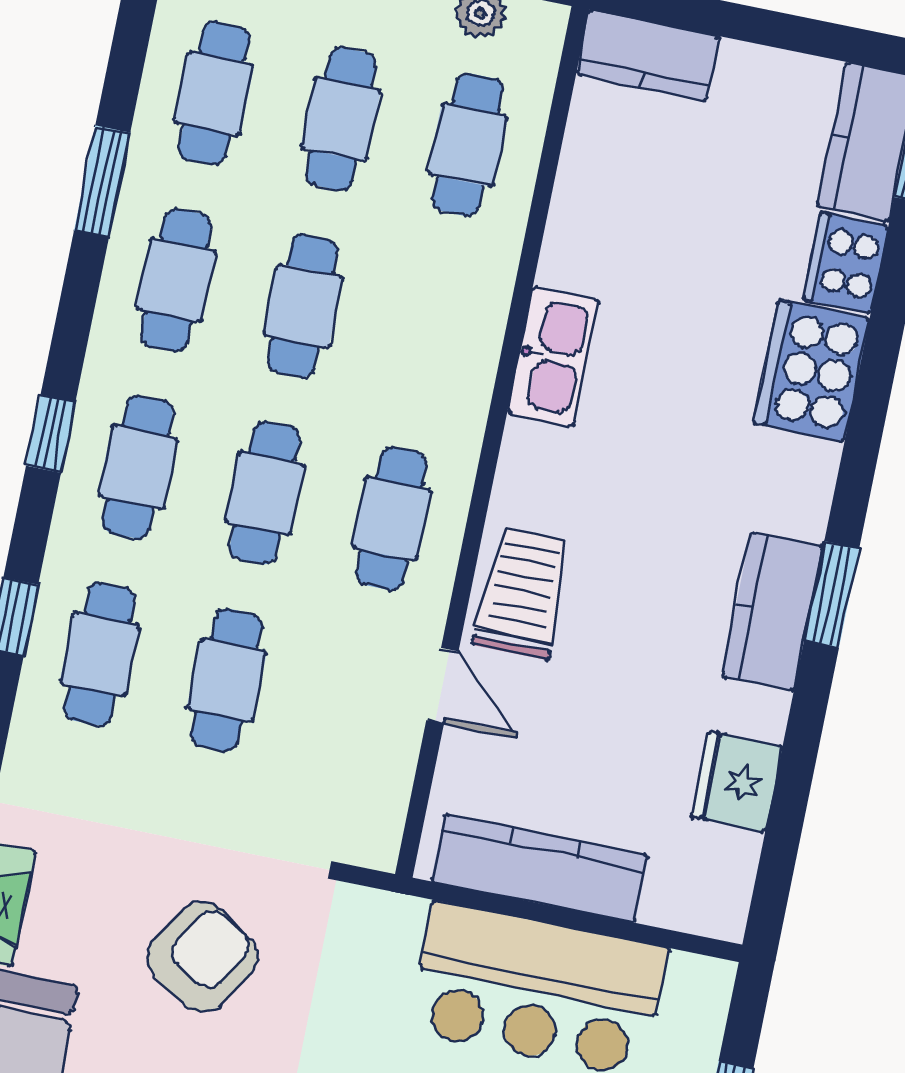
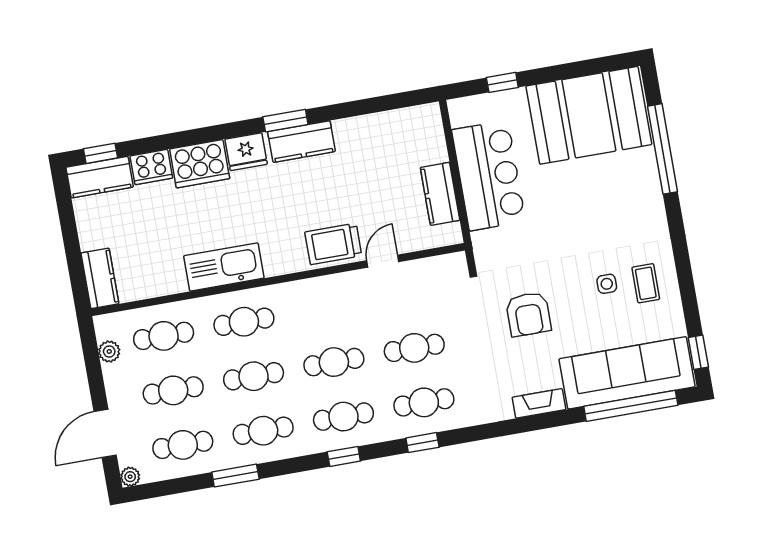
kitchen sink: (553, 357) -> (224, 267), width x1.36, depth x1.24
cafe table: (392, 519) -> (244, 322), moved
fridge: (737, 782) -> (246, 152), moved
kitchen counter: (540, 868) -> (440, 194), width x0.67
armchair: (202, 957) -> (528, 314), turned -123

